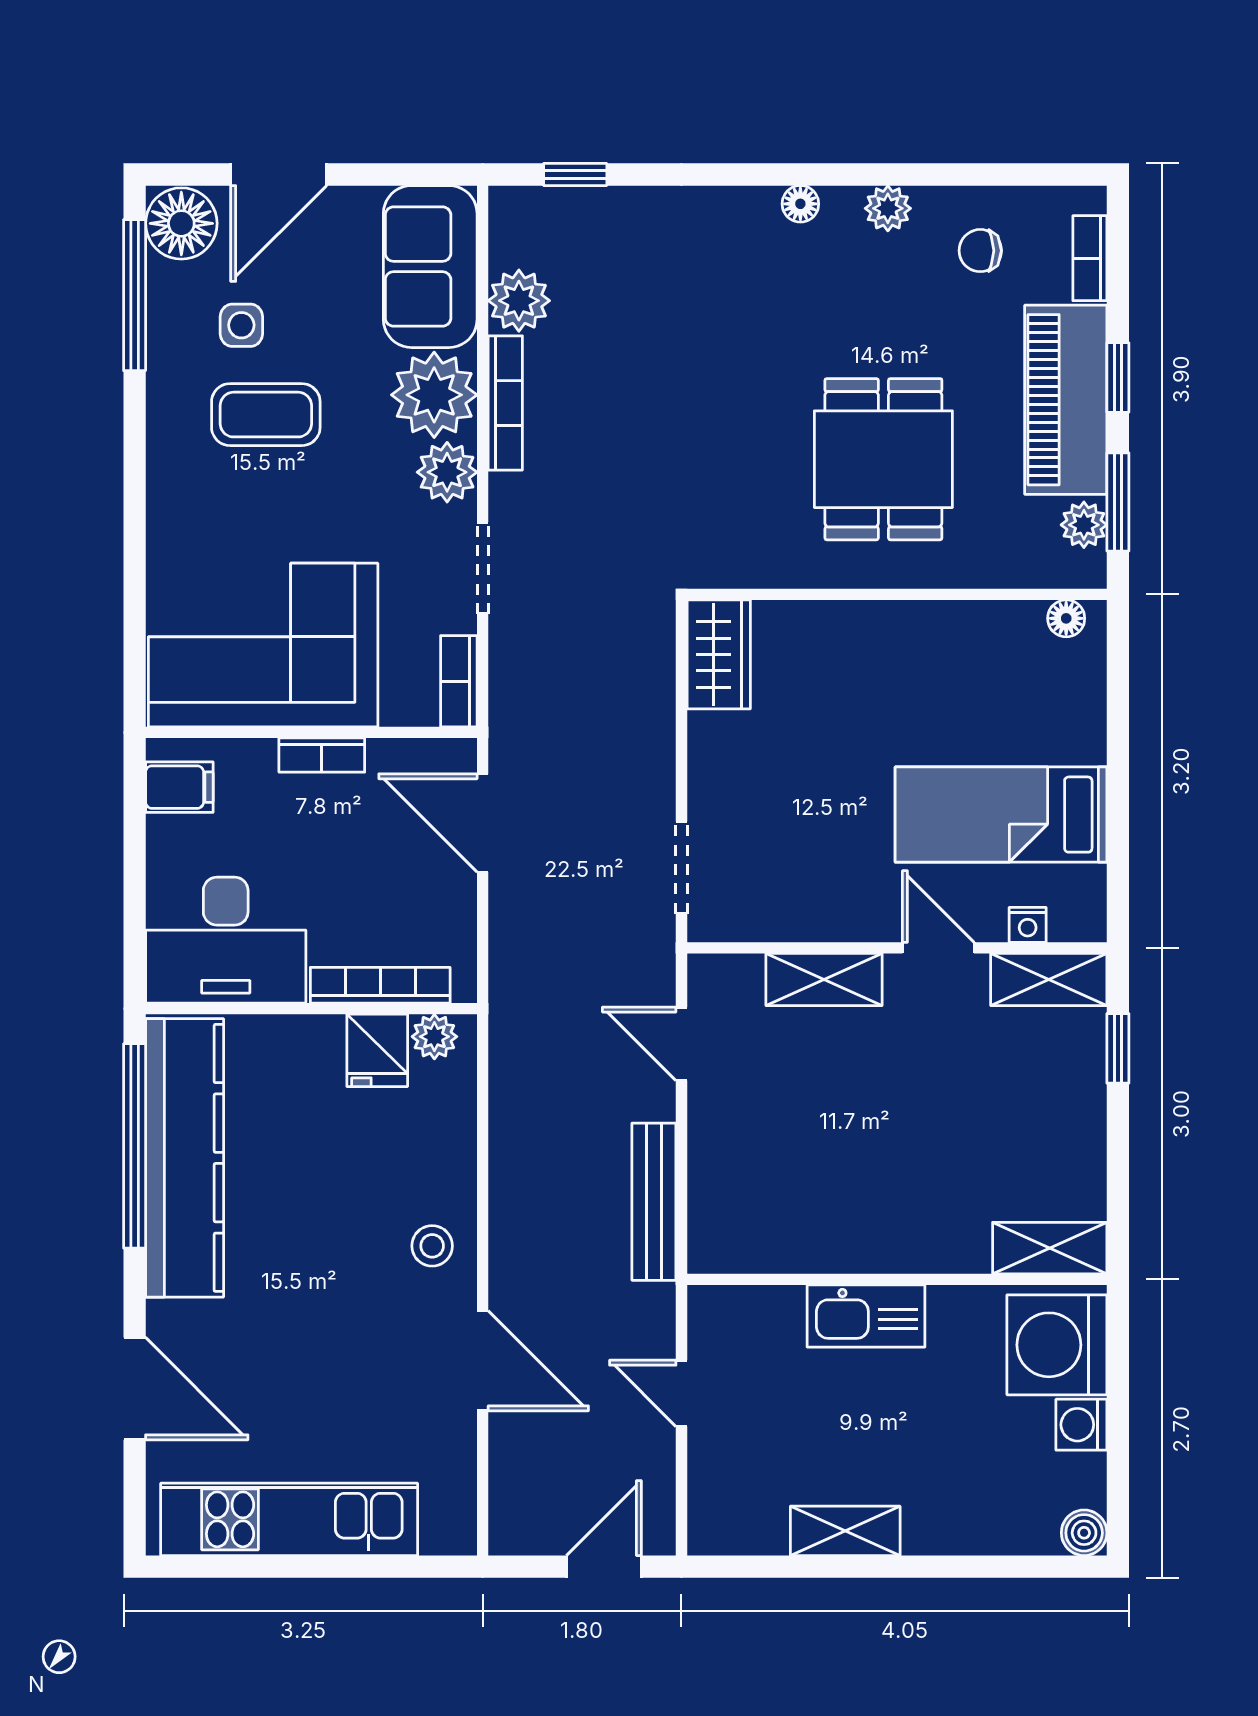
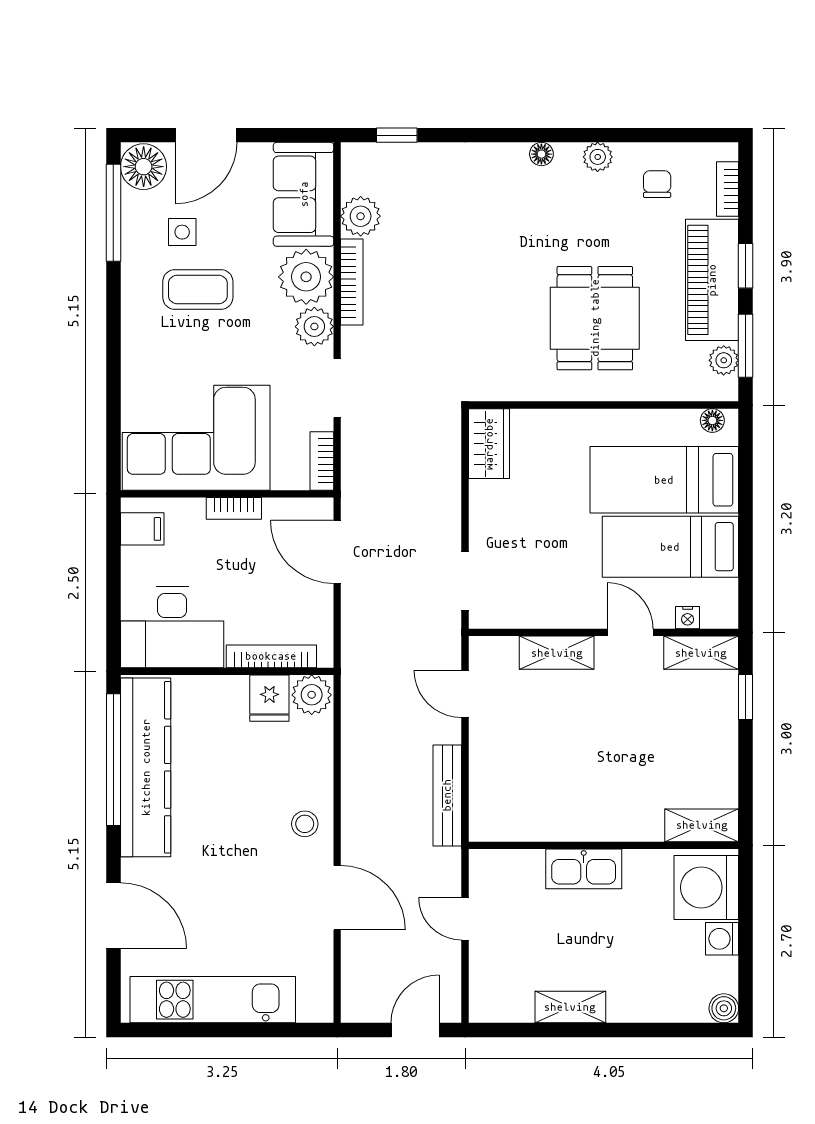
chair: (980, 251) -> (657, 184), turned 90
bed: (991, 711) -> (664, 480), added
plant: (434, 1037) -> (312, 695), width x1.38, depth x1.38

